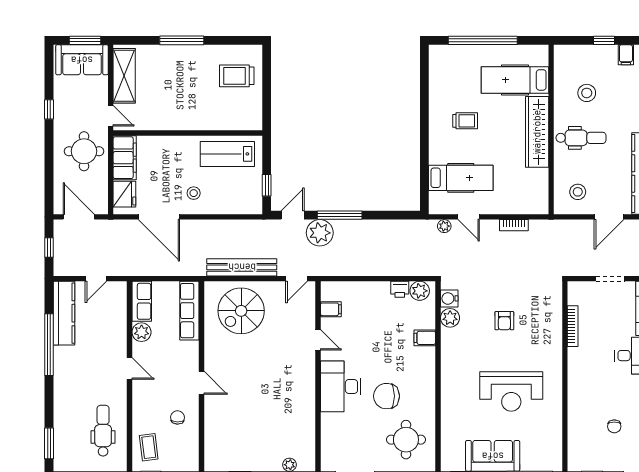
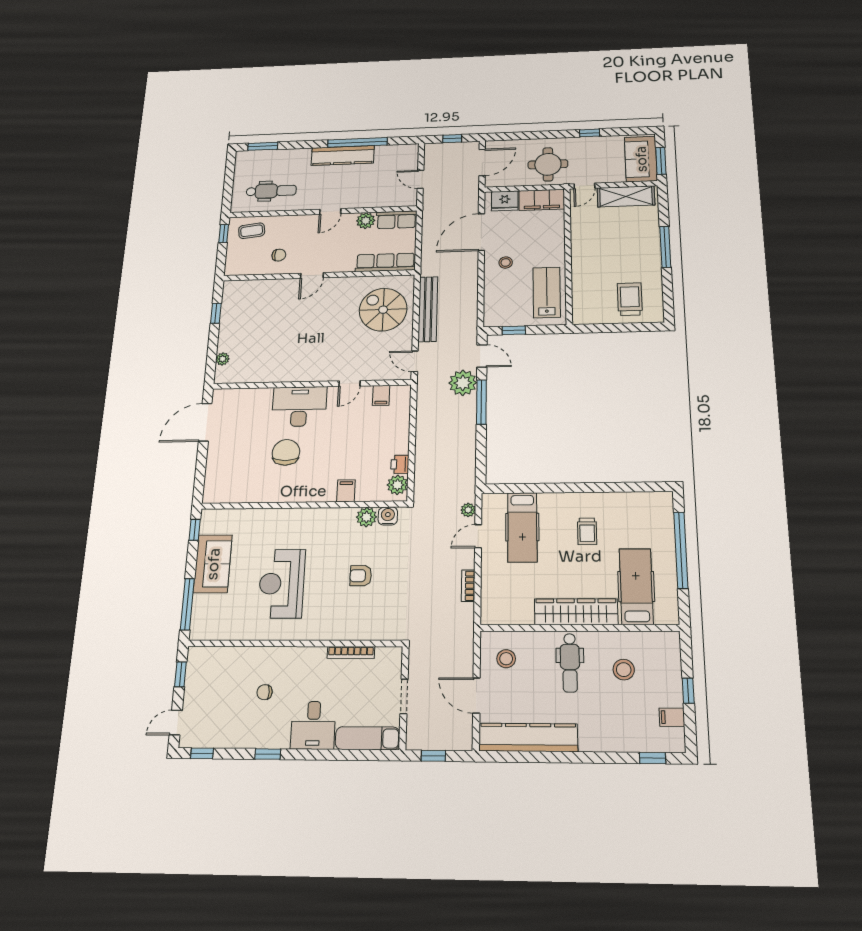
kitchen counter: (64, 313) -> (343, 155), moved
chair: (614, 426) -> (265, 692), moved
round table: (406, 440) -> (238, 473), removed

